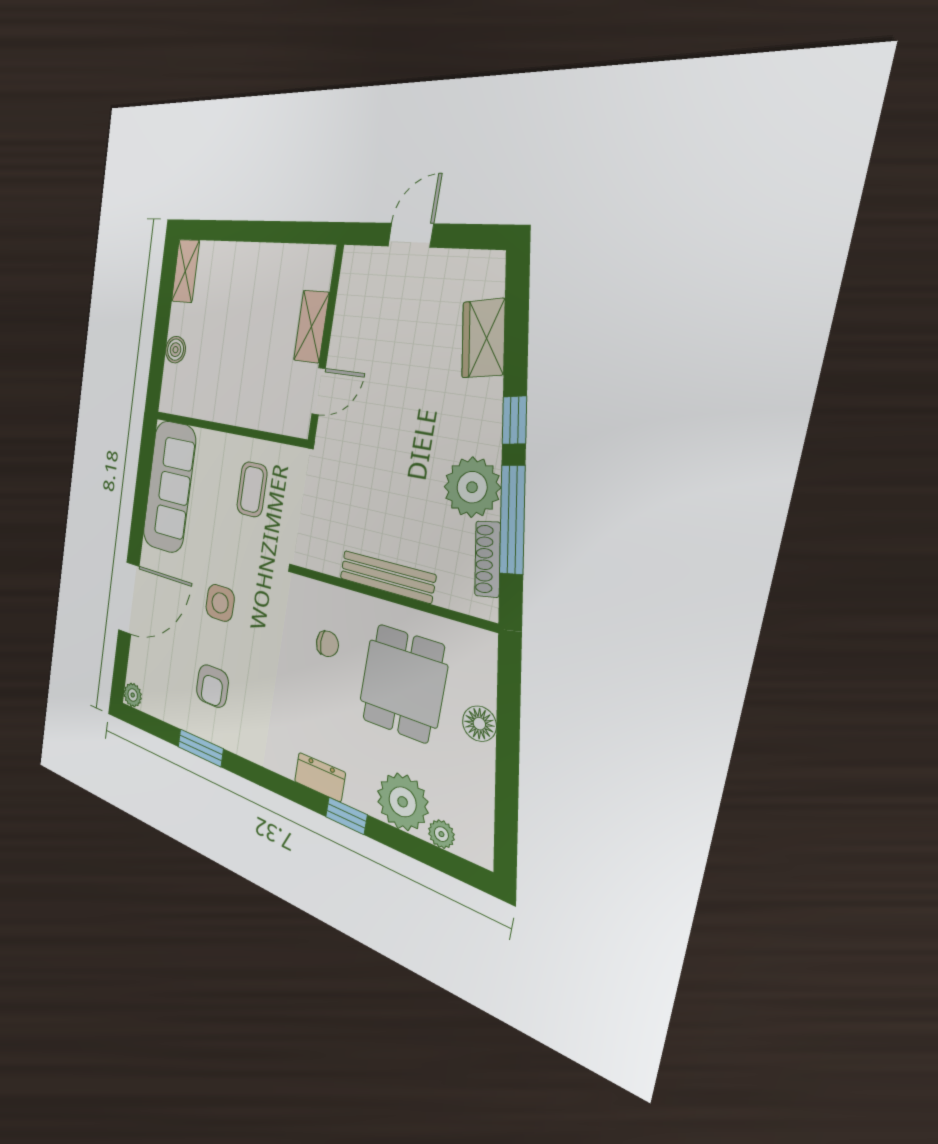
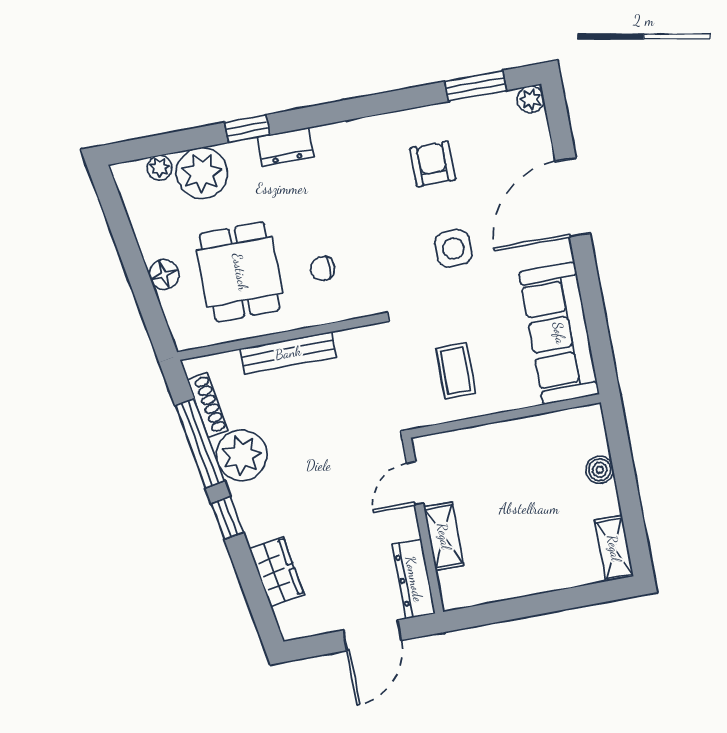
door: (411, 235) -> (372, 635), width x1.38
dresser: (351, 289) -> (414, 579), added
window: (200, 748) -> (476, 86), moved

